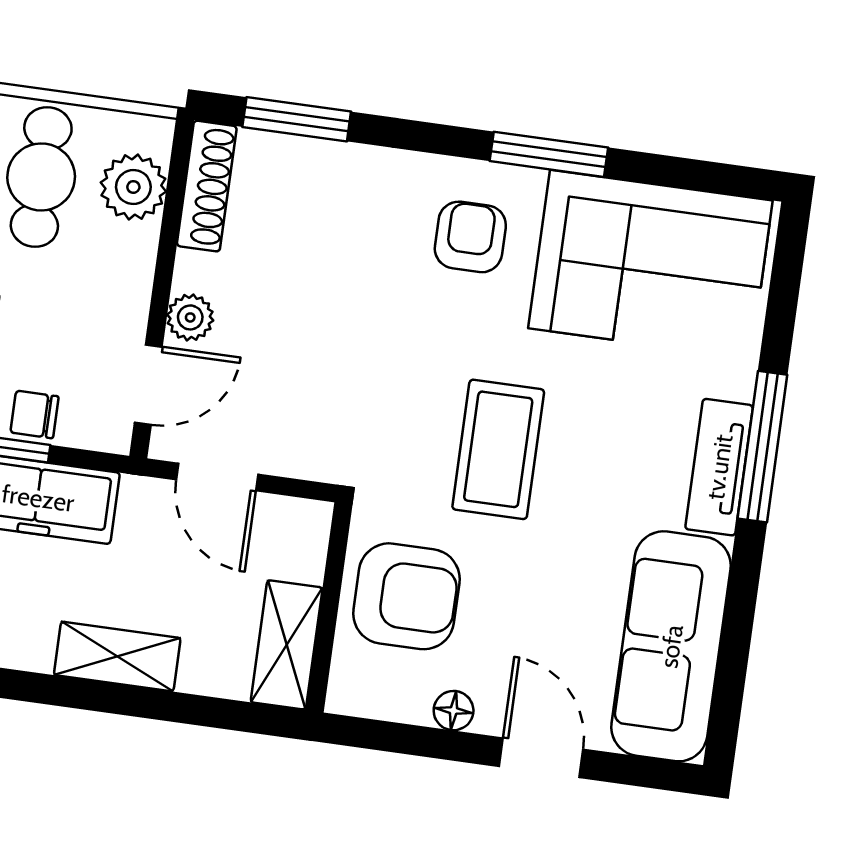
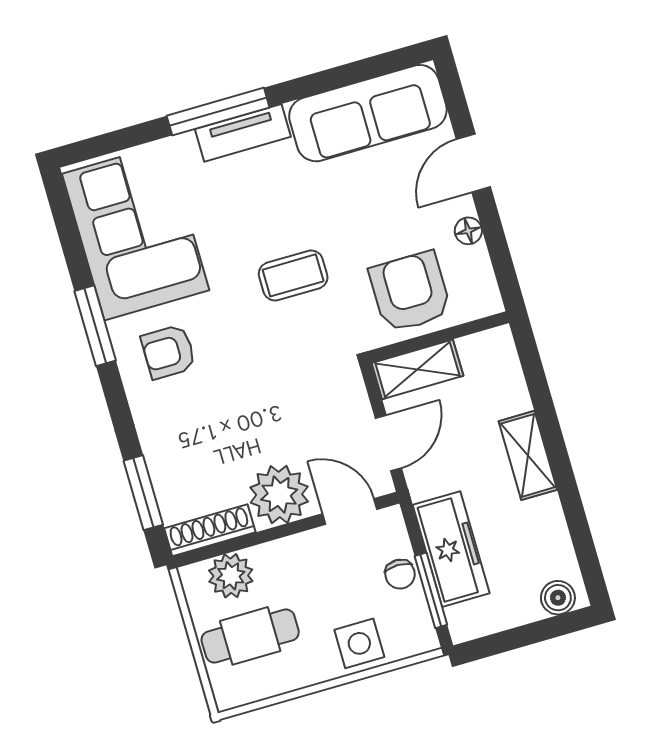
plant: (190, 317) -> (279, 495), width x1.88, depth x1.88
coffee table: (498, 449) -> (293, 275), width x0.73, depth x0.77
shelving: (287, 645) -> (417, 369), moved

